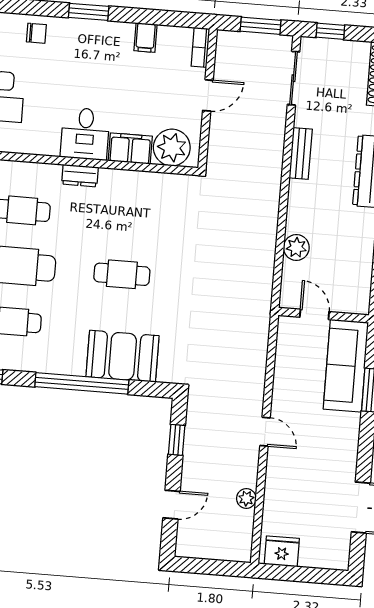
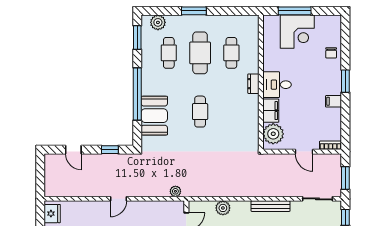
filing cabinet: (145, 38) -> (334, 101), moved
bench: (301, 153) -> (271, 206), width x1.36
plant: (246, 498) -> (175, 191), moved

